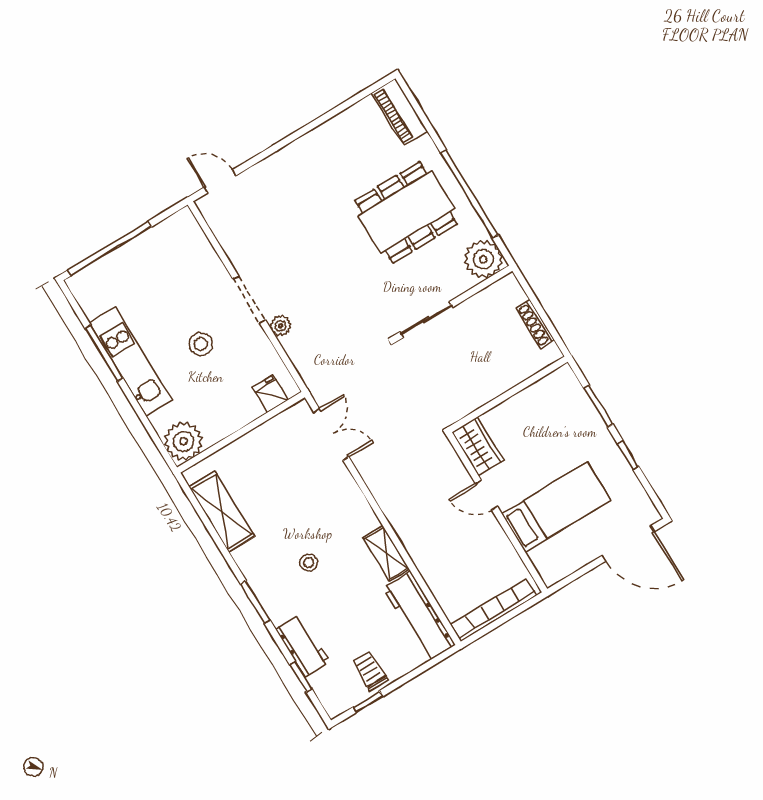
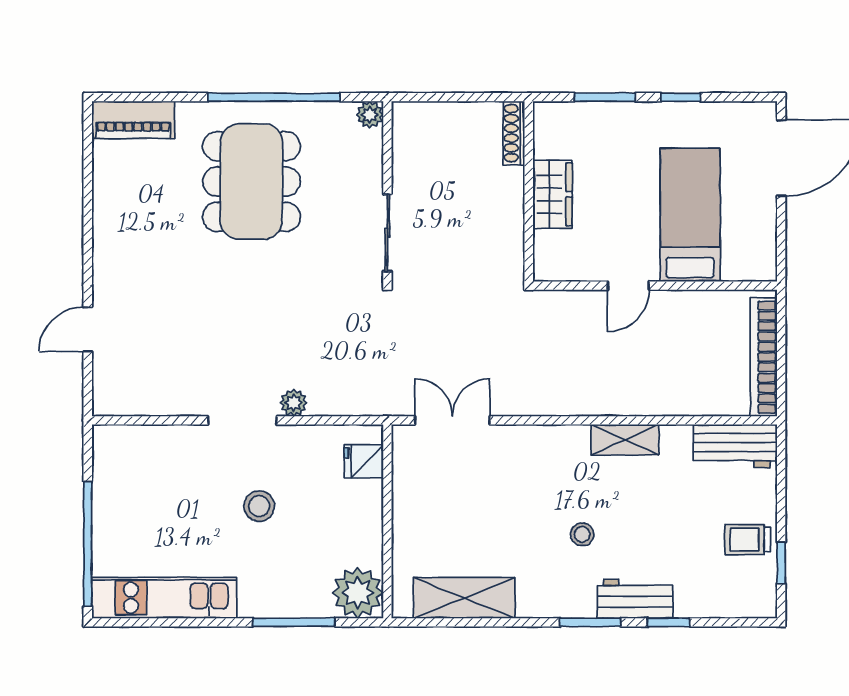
door: (220, 181) -> (88, 329), moved
plant: (483, 259) -> (370, 115), width x0.53, depth x0.53
shoe rack: (535, 324) -> (514, 133), moved, turned 90
window: (104, 353) -> (294, 622), moved
kitchen unit: (130, 361) -> (164, 598), moved
wardrobe: (478, 446) -> (553, 194), moved, turned 90
workbench: (419, 616) -> (735, 446), width x0.73
workbench: (303, 646) -> (635, 599), moved
window: (301, 677) -> (668, 622), moved

